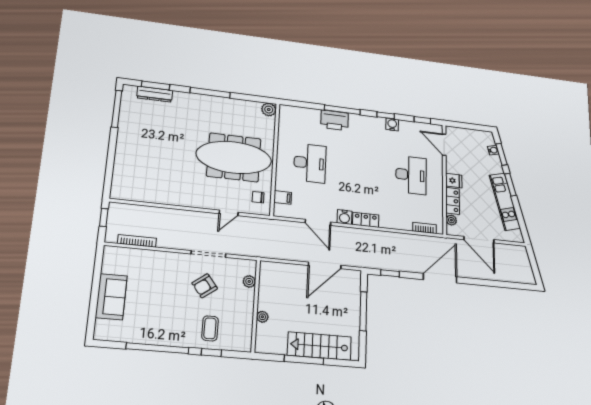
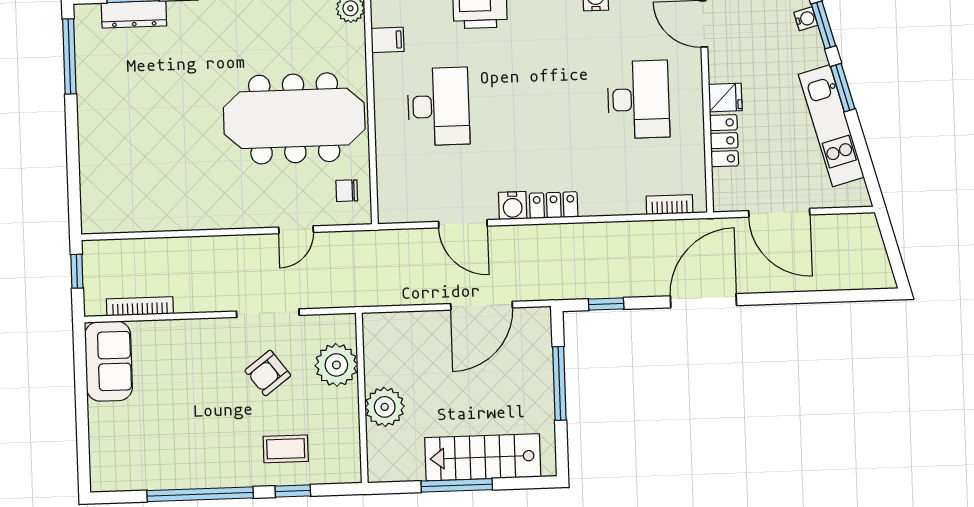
filing cabinet: (283, 197) -> (387, 40), moved
plant: (451, 220) -> (723, 181), removed
plant: (249, 281) -> (336, 365), width x1.88, depth x1.88
sofa: (111, 297) -> (109, 361), moved
plant: (262, 317) -> (385, 407), width x1.87, depth x1.87
coffee table: (210, 328) -> (286, 449), turned 90

